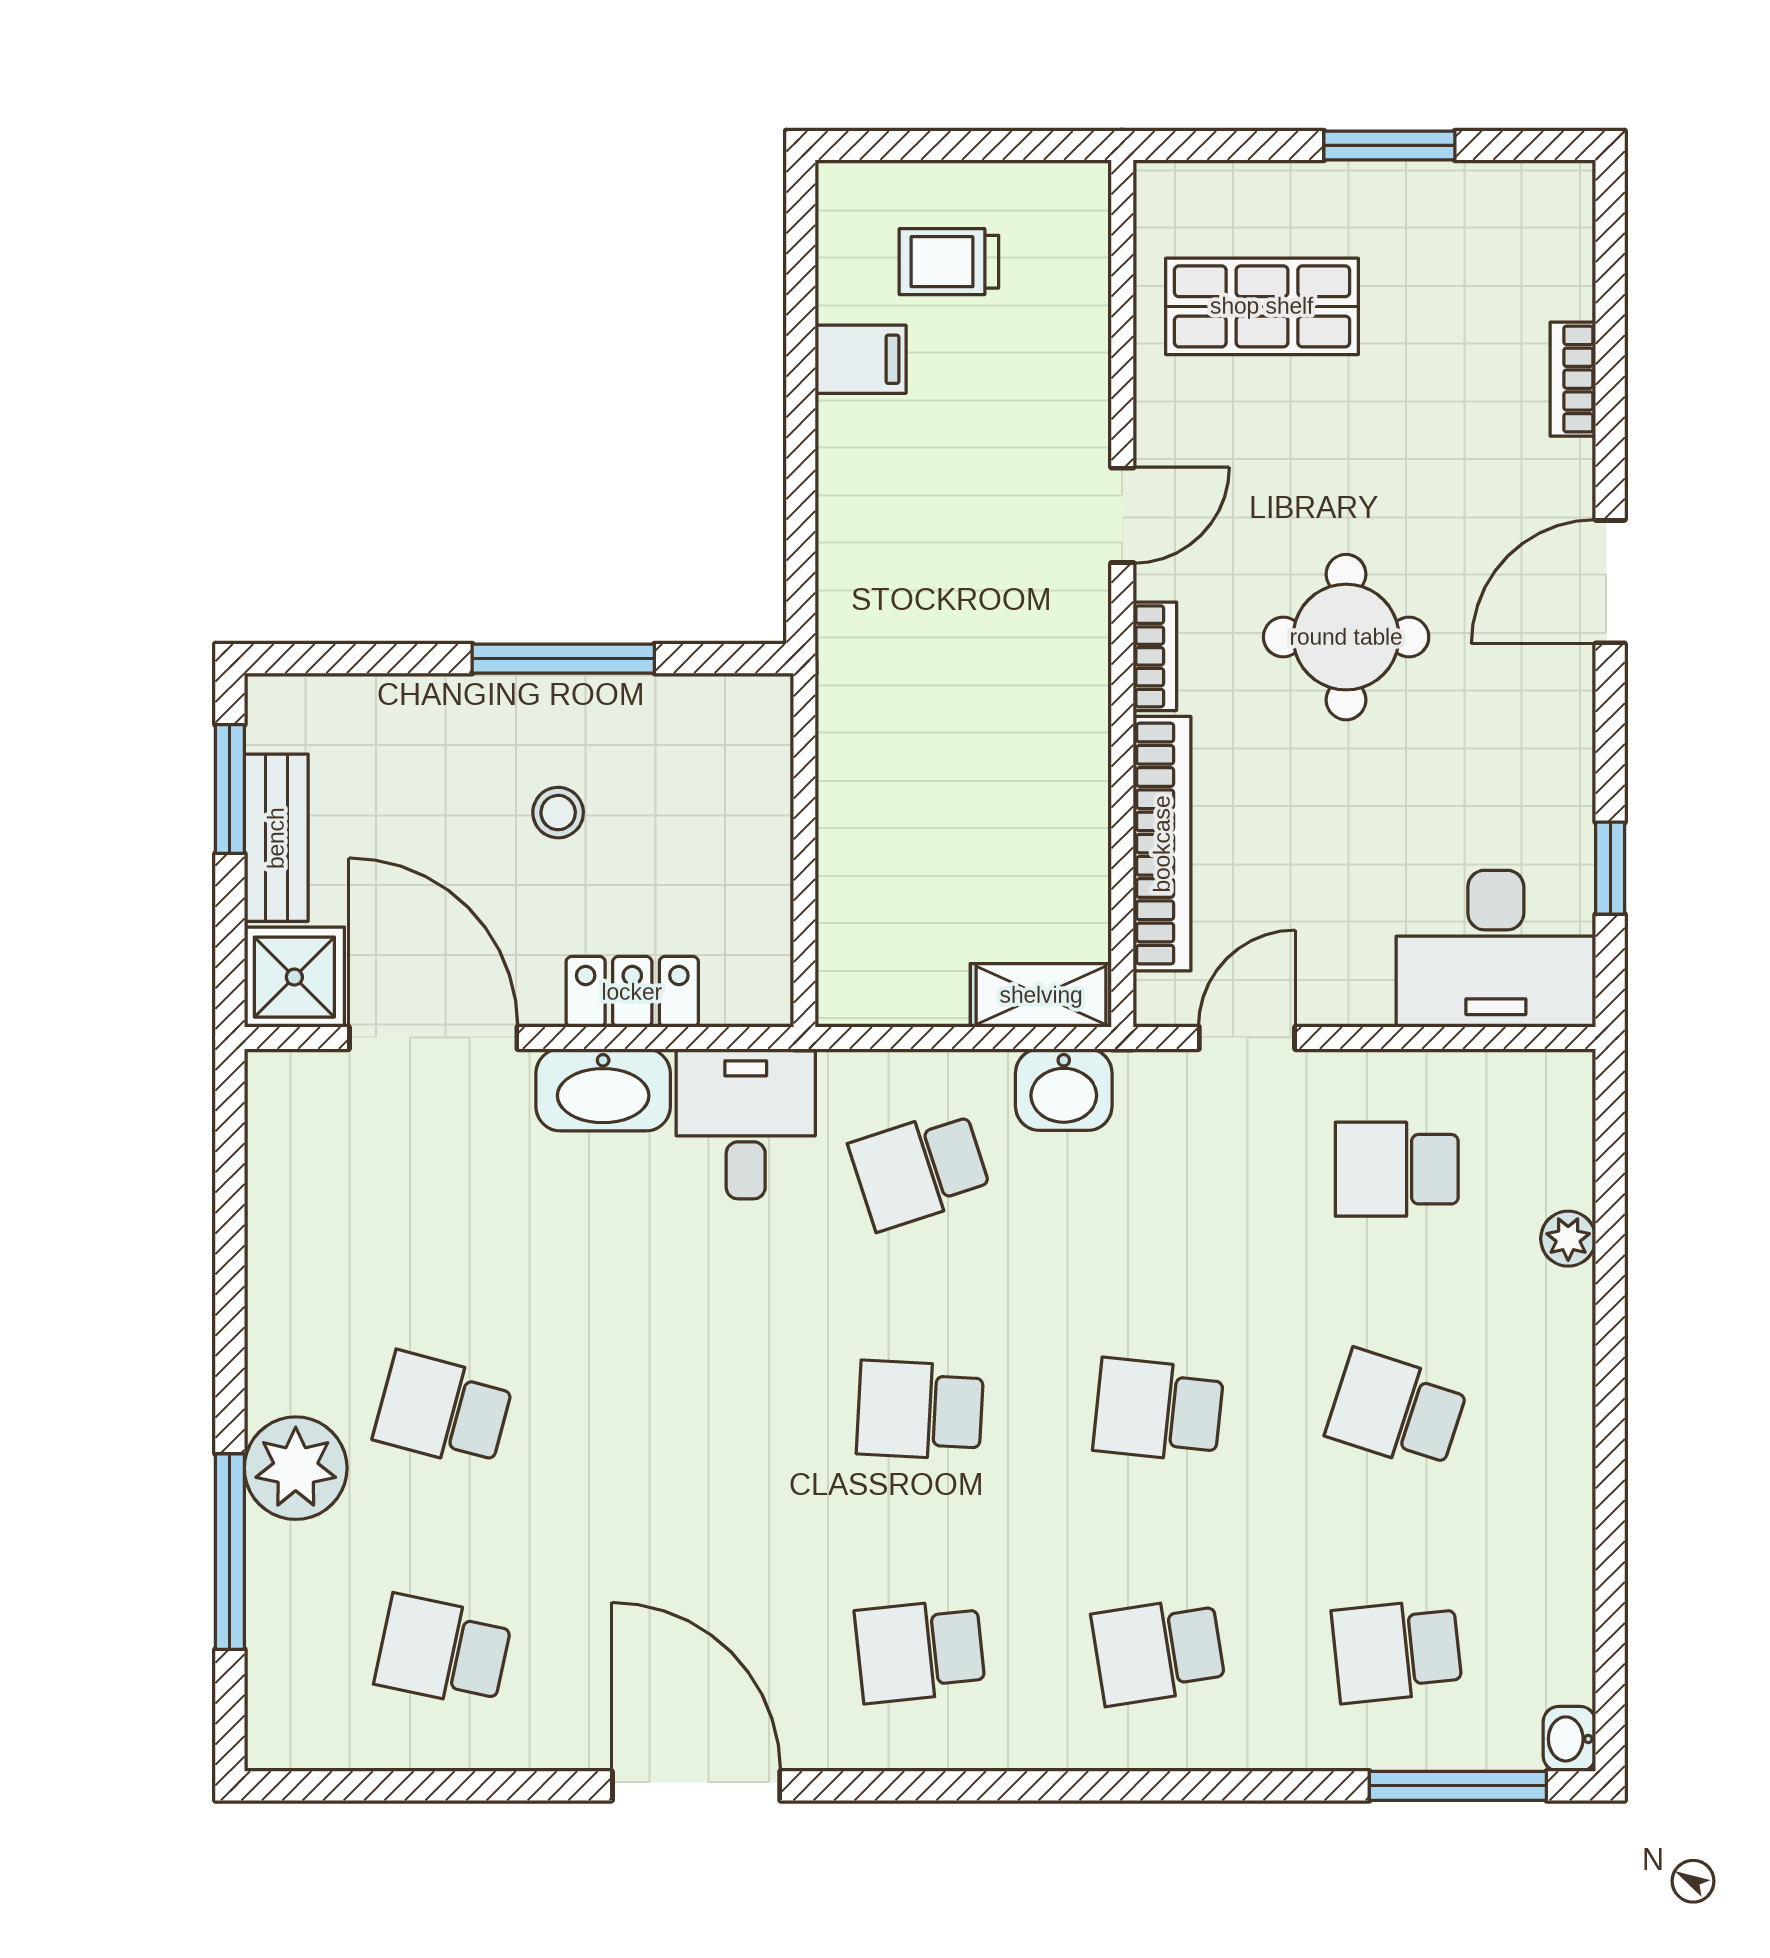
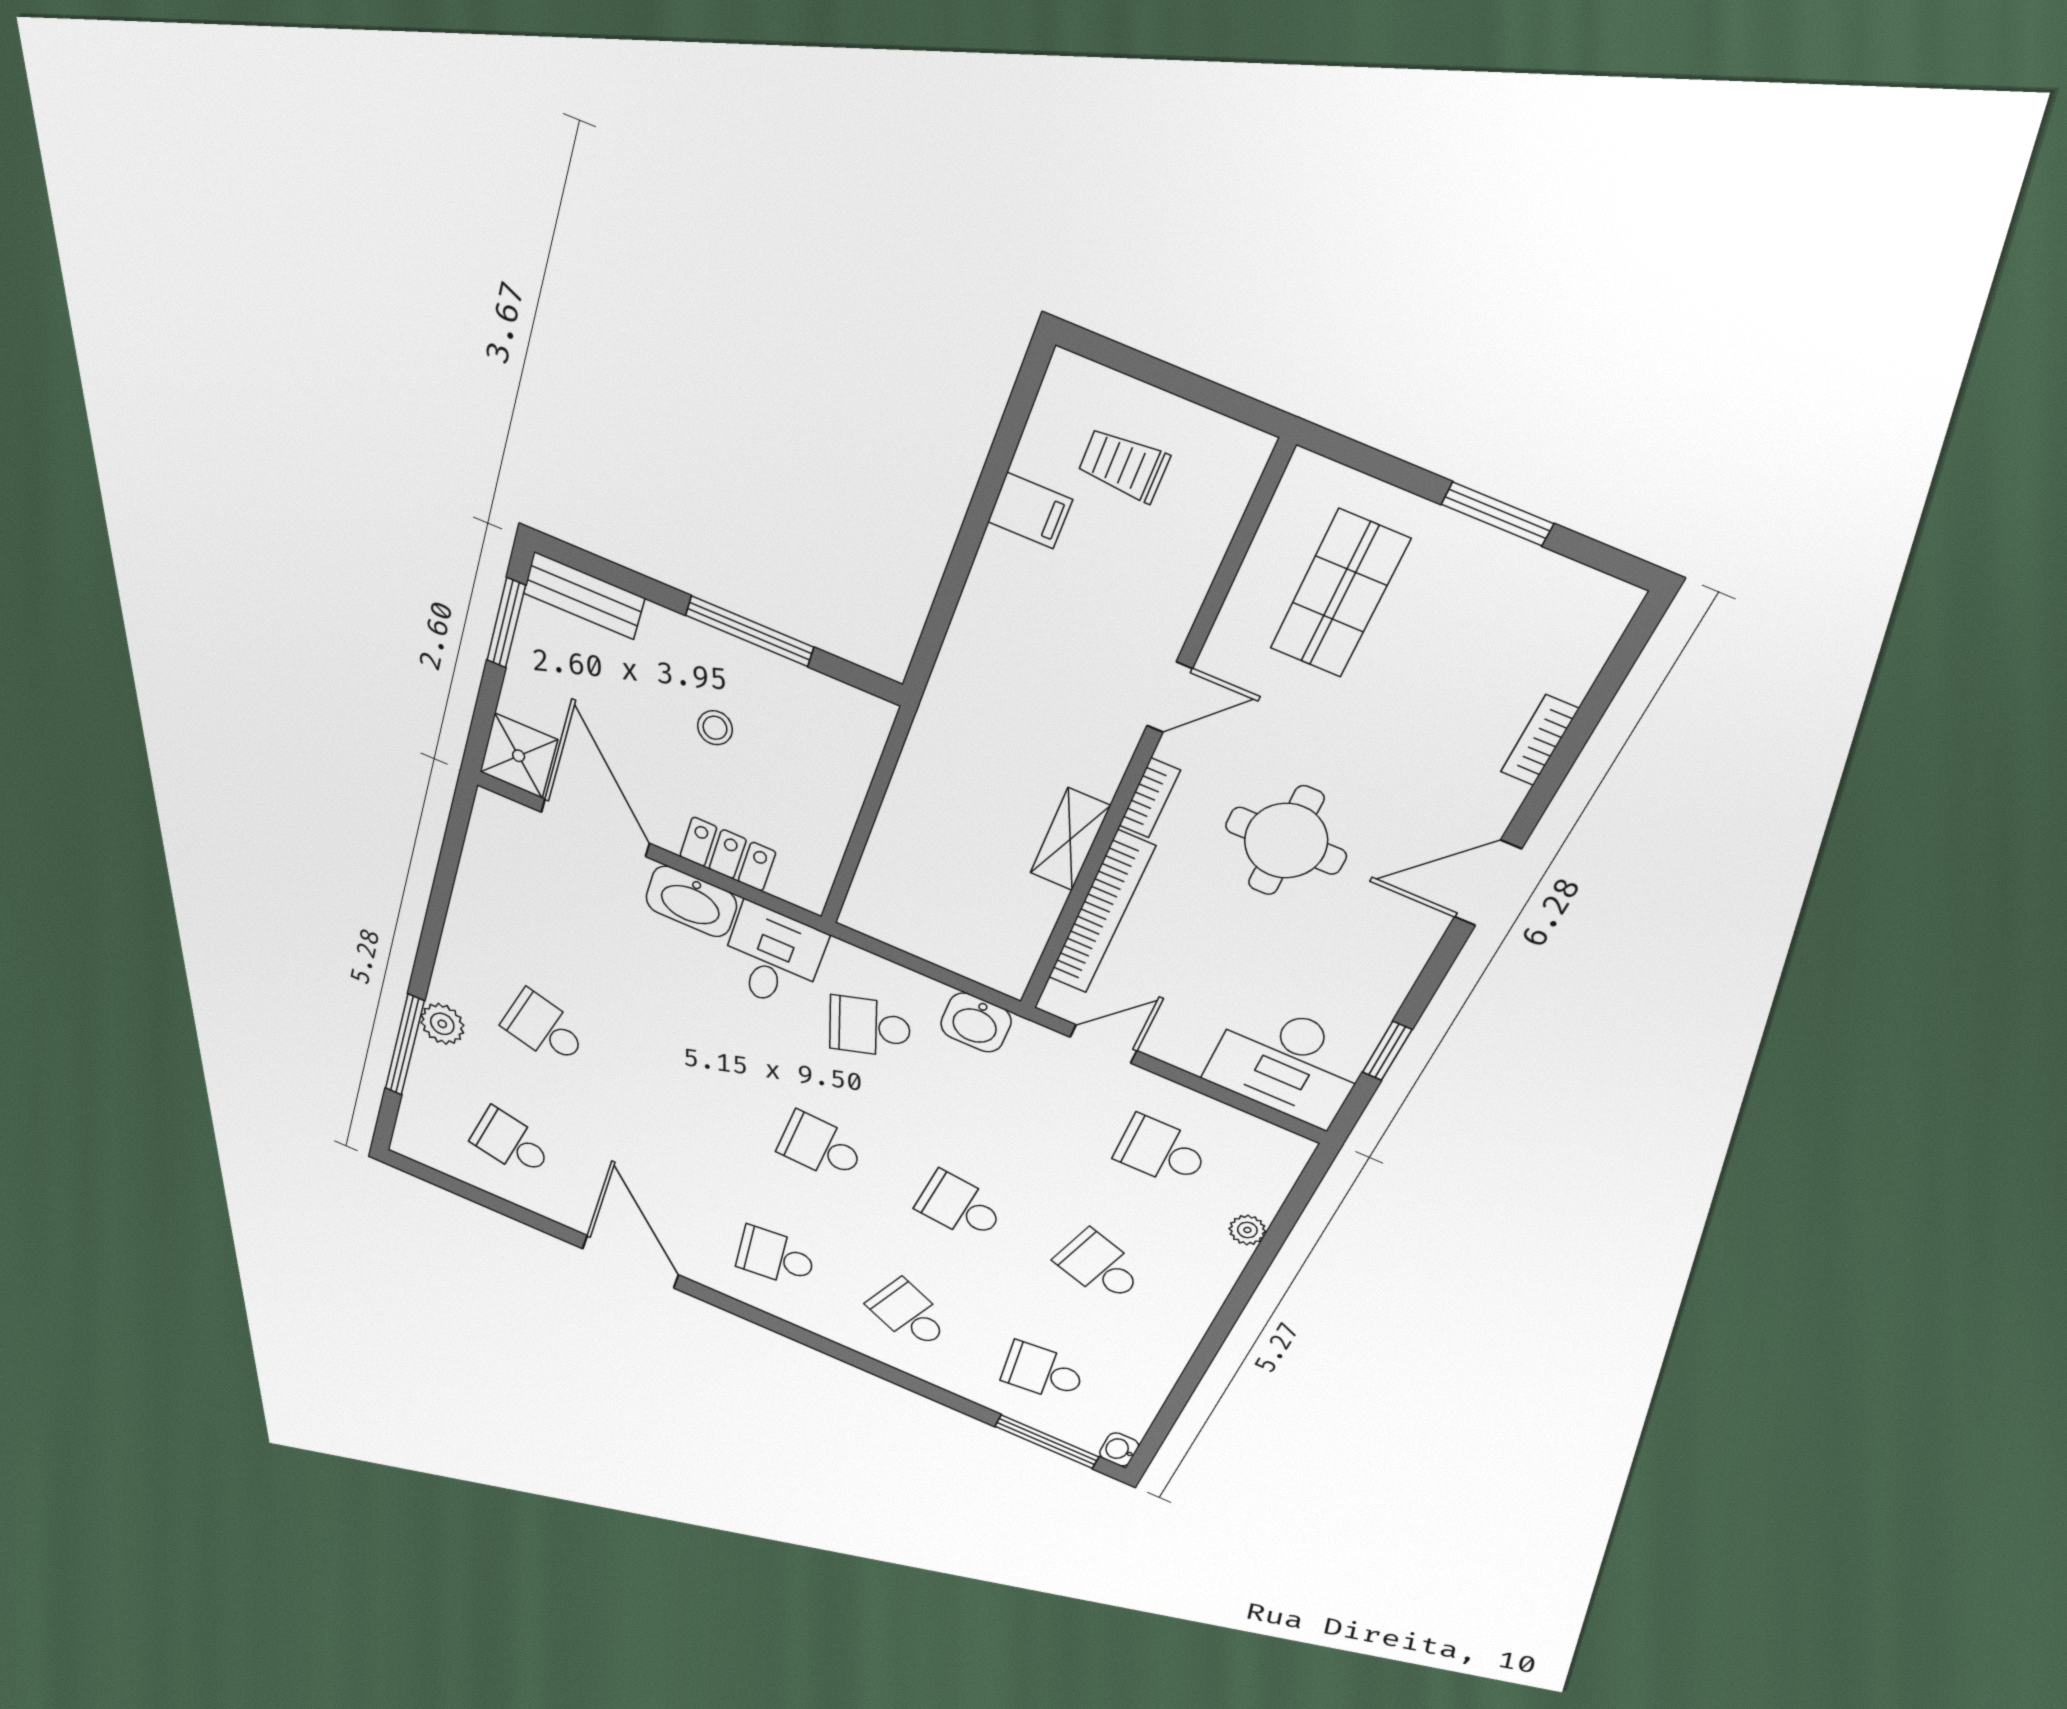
shop shelf: (1262, 306) -> (1340, 594), turned 90
bench: (276, 838) -> (584, 596), moved, turned 90
shelving: (1041, 995) -> (1070, 839), moved, turned 90
plant: (296, 1468) -> (442, 1024), width x0.73, depth x0.73
school desk: (1158, 1651) -> (909, 1314), turned 33

